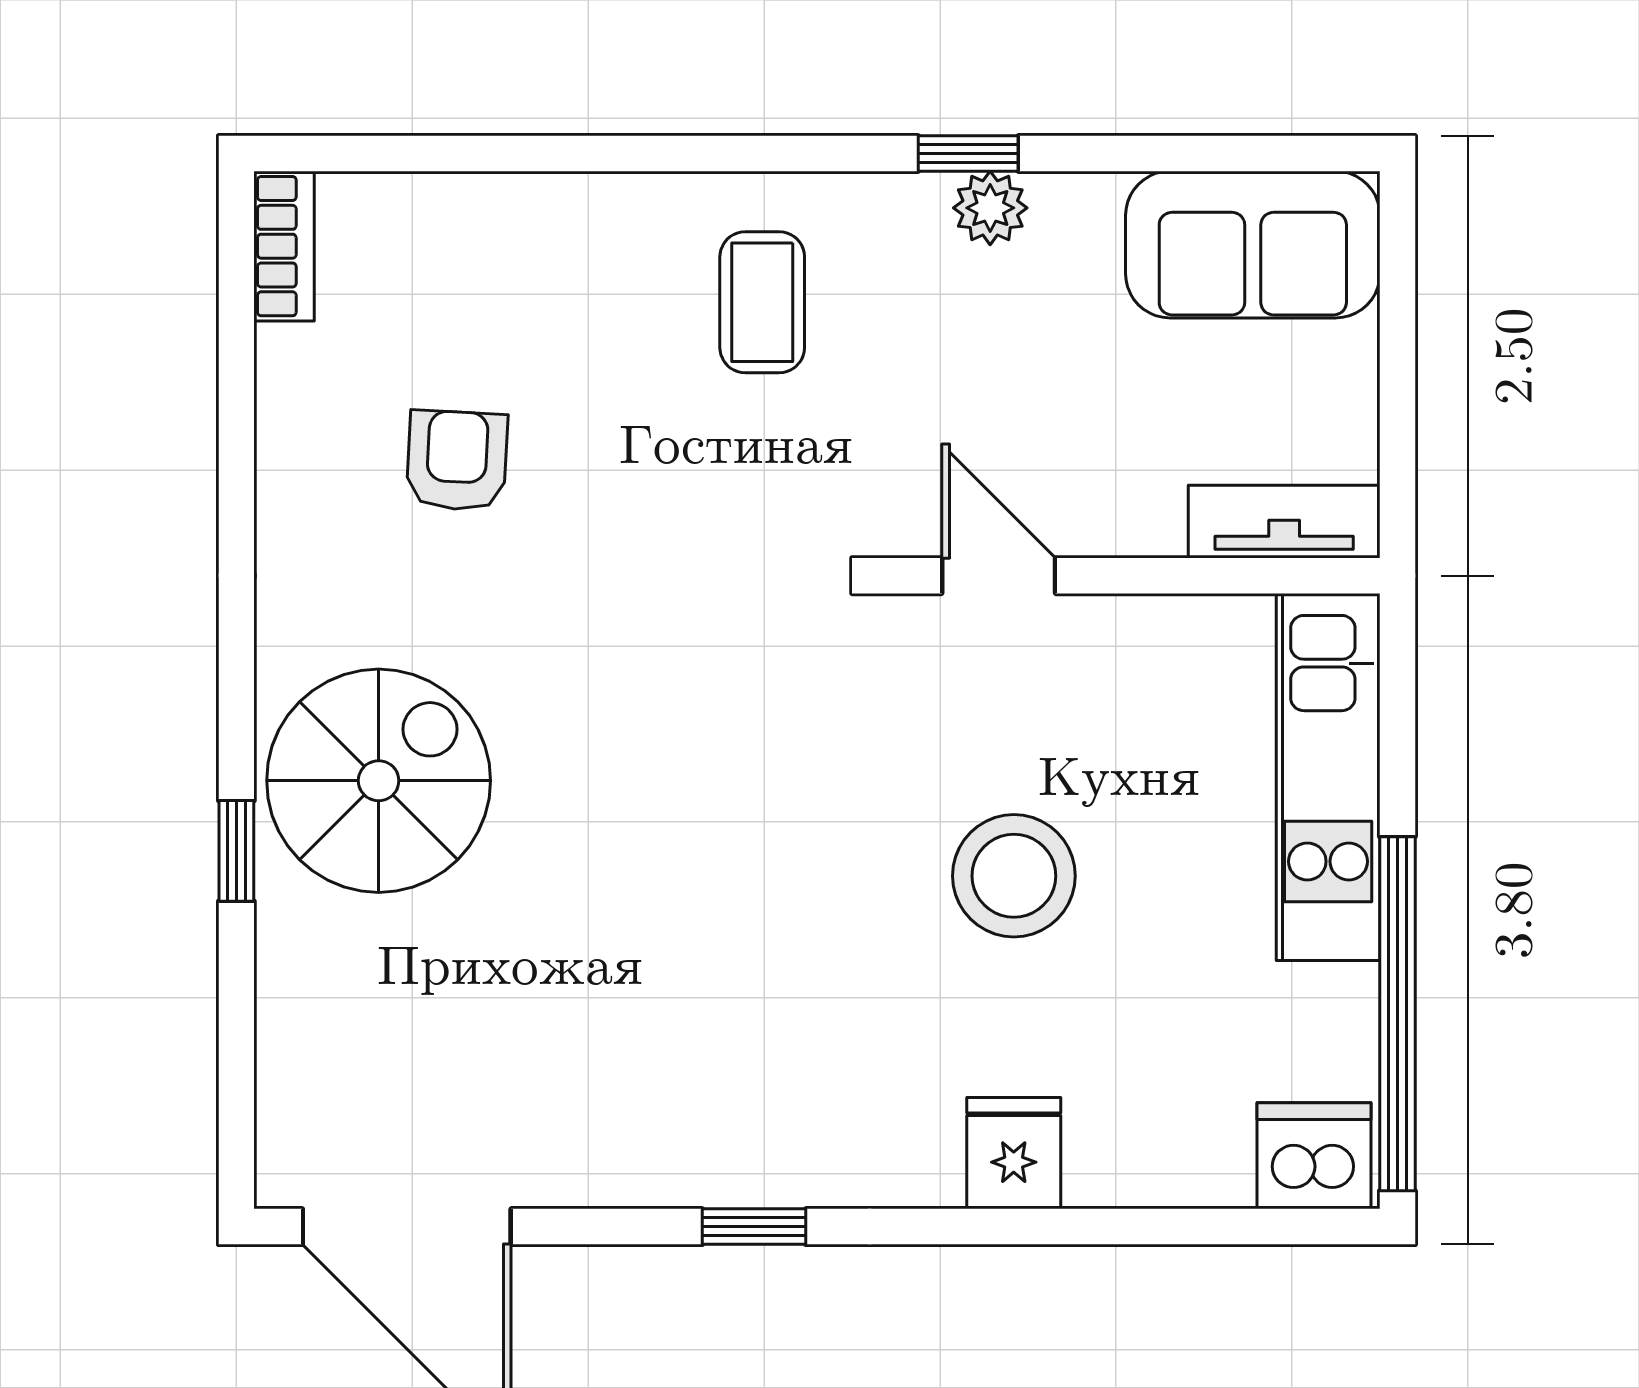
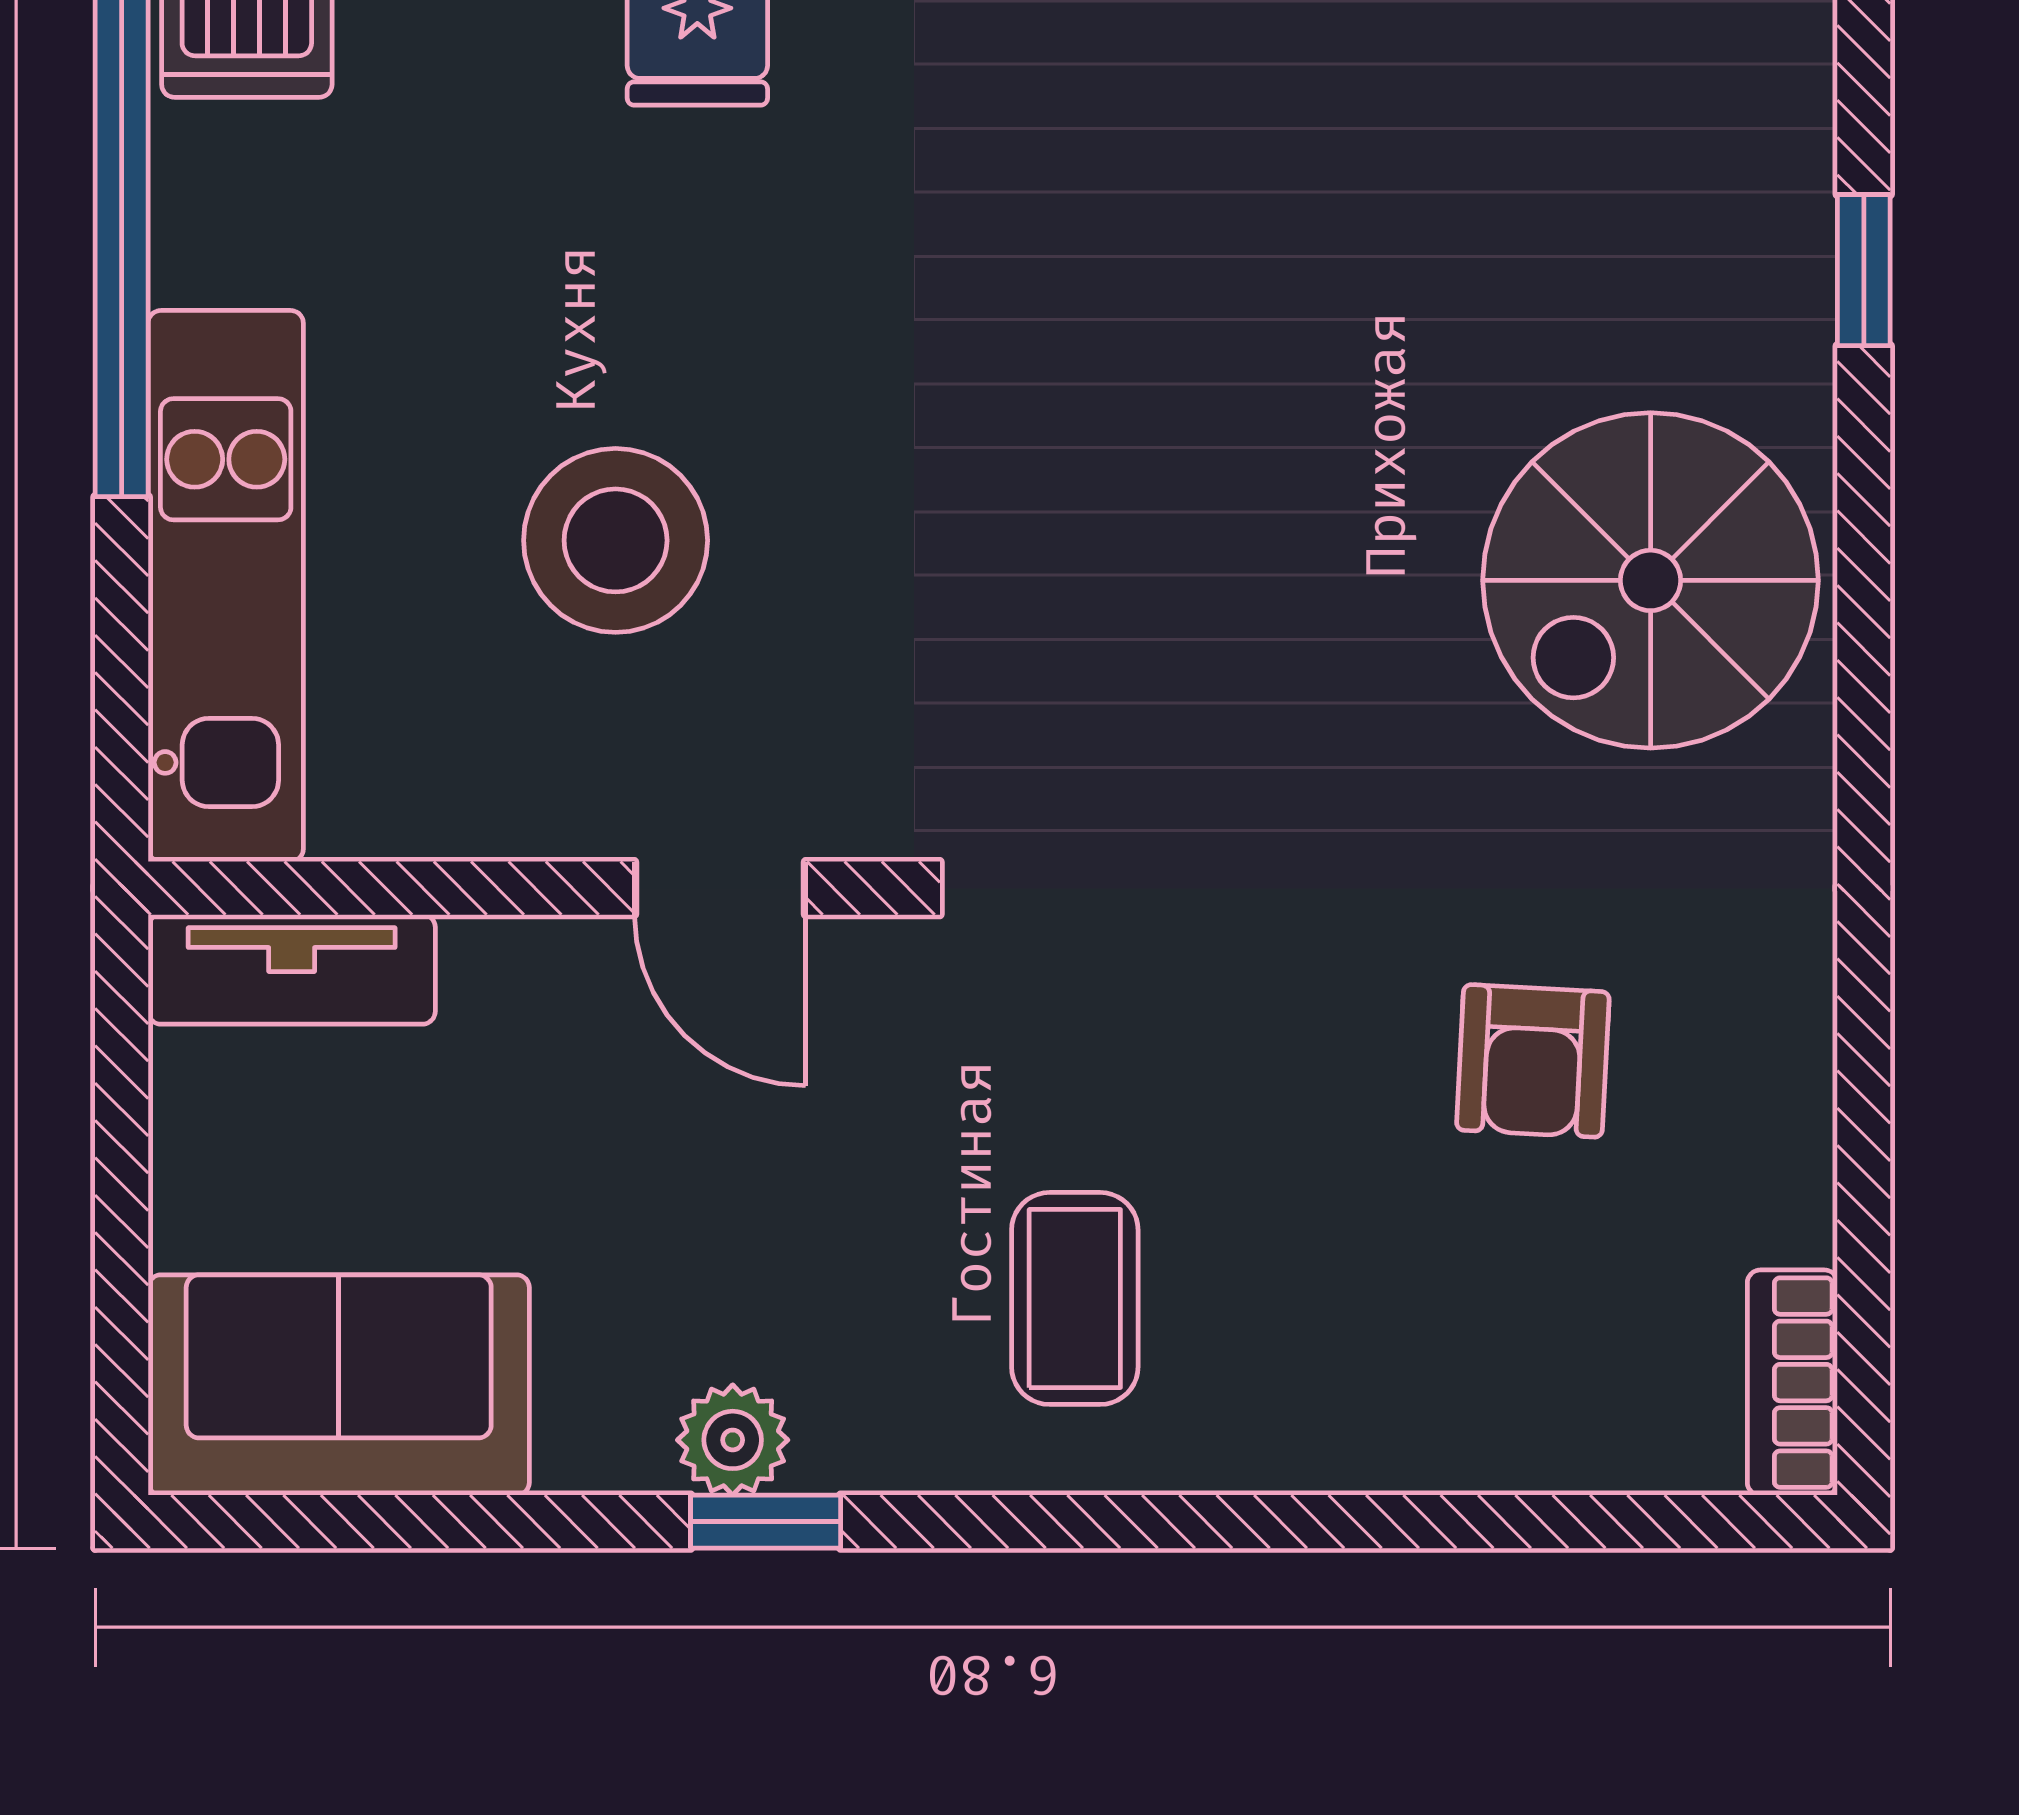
window: (236, 851) -> (1864, 270), moved
stool: (1014, 876) -> (616, 540), moved

